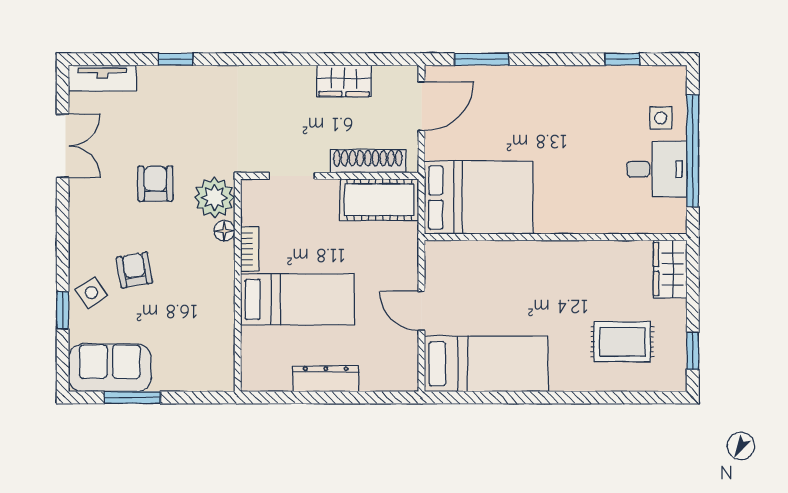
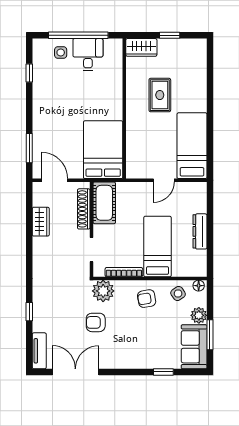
double door: (63, 146) -> (75, 372), width x1.37
floor lamp: (224, 231) -> (199, 286), moved
bookcase: (250, 249) -> (124, 272), width x1.56
armchair: (134, 270) -> (147, 299), moved
side table: (91, 293) -> (178, 294), moved
rug: (622, 342) -> (160, 95), moved
window: (693, 351) -> (170, 35), moved
plant: (169, 377) -> (199, 315), added

